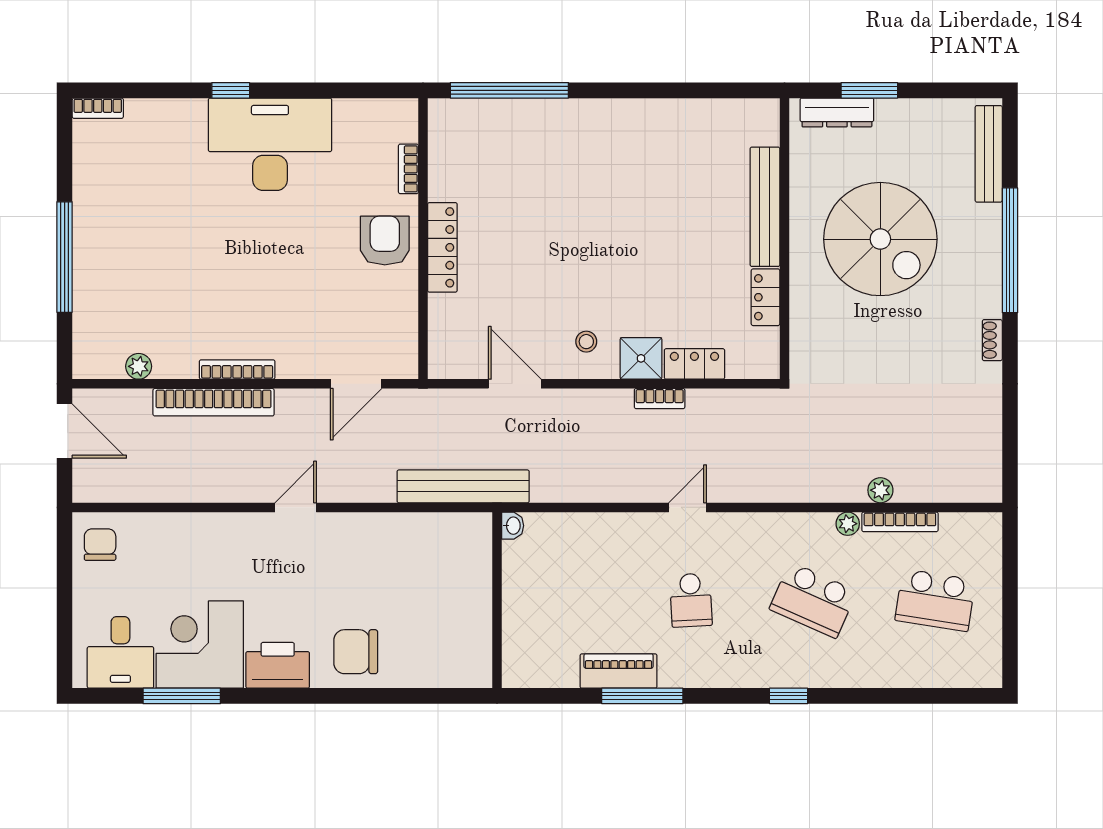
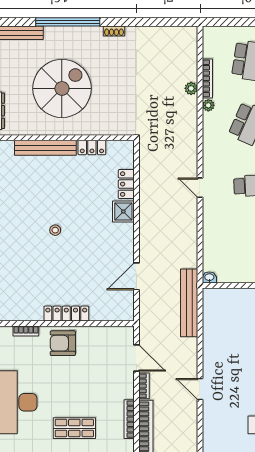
shop shelf: (220, 263) -> (74, 428), added
stool: (586, 342) -> (55, 230), moved
bookcase: (660, 399) -> (144, 386), moved

